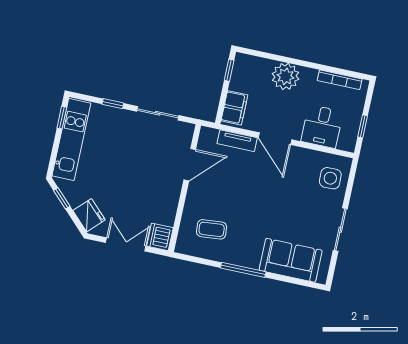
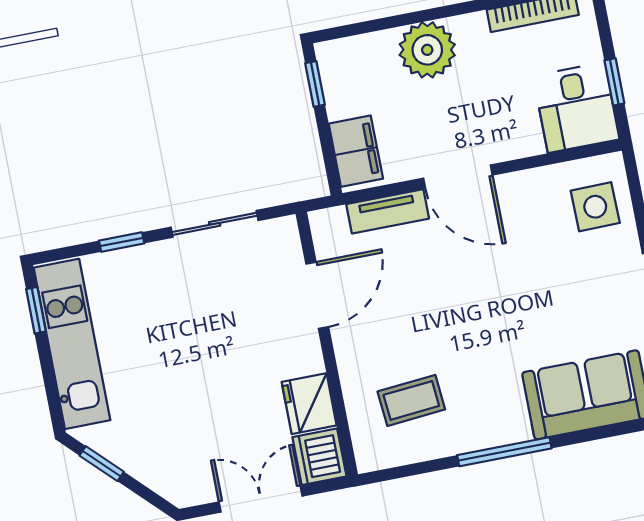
desk: (322, 126) -> (576, 108), moved
fridge: (89, 215) -> (309, 404), moved, turned -135

